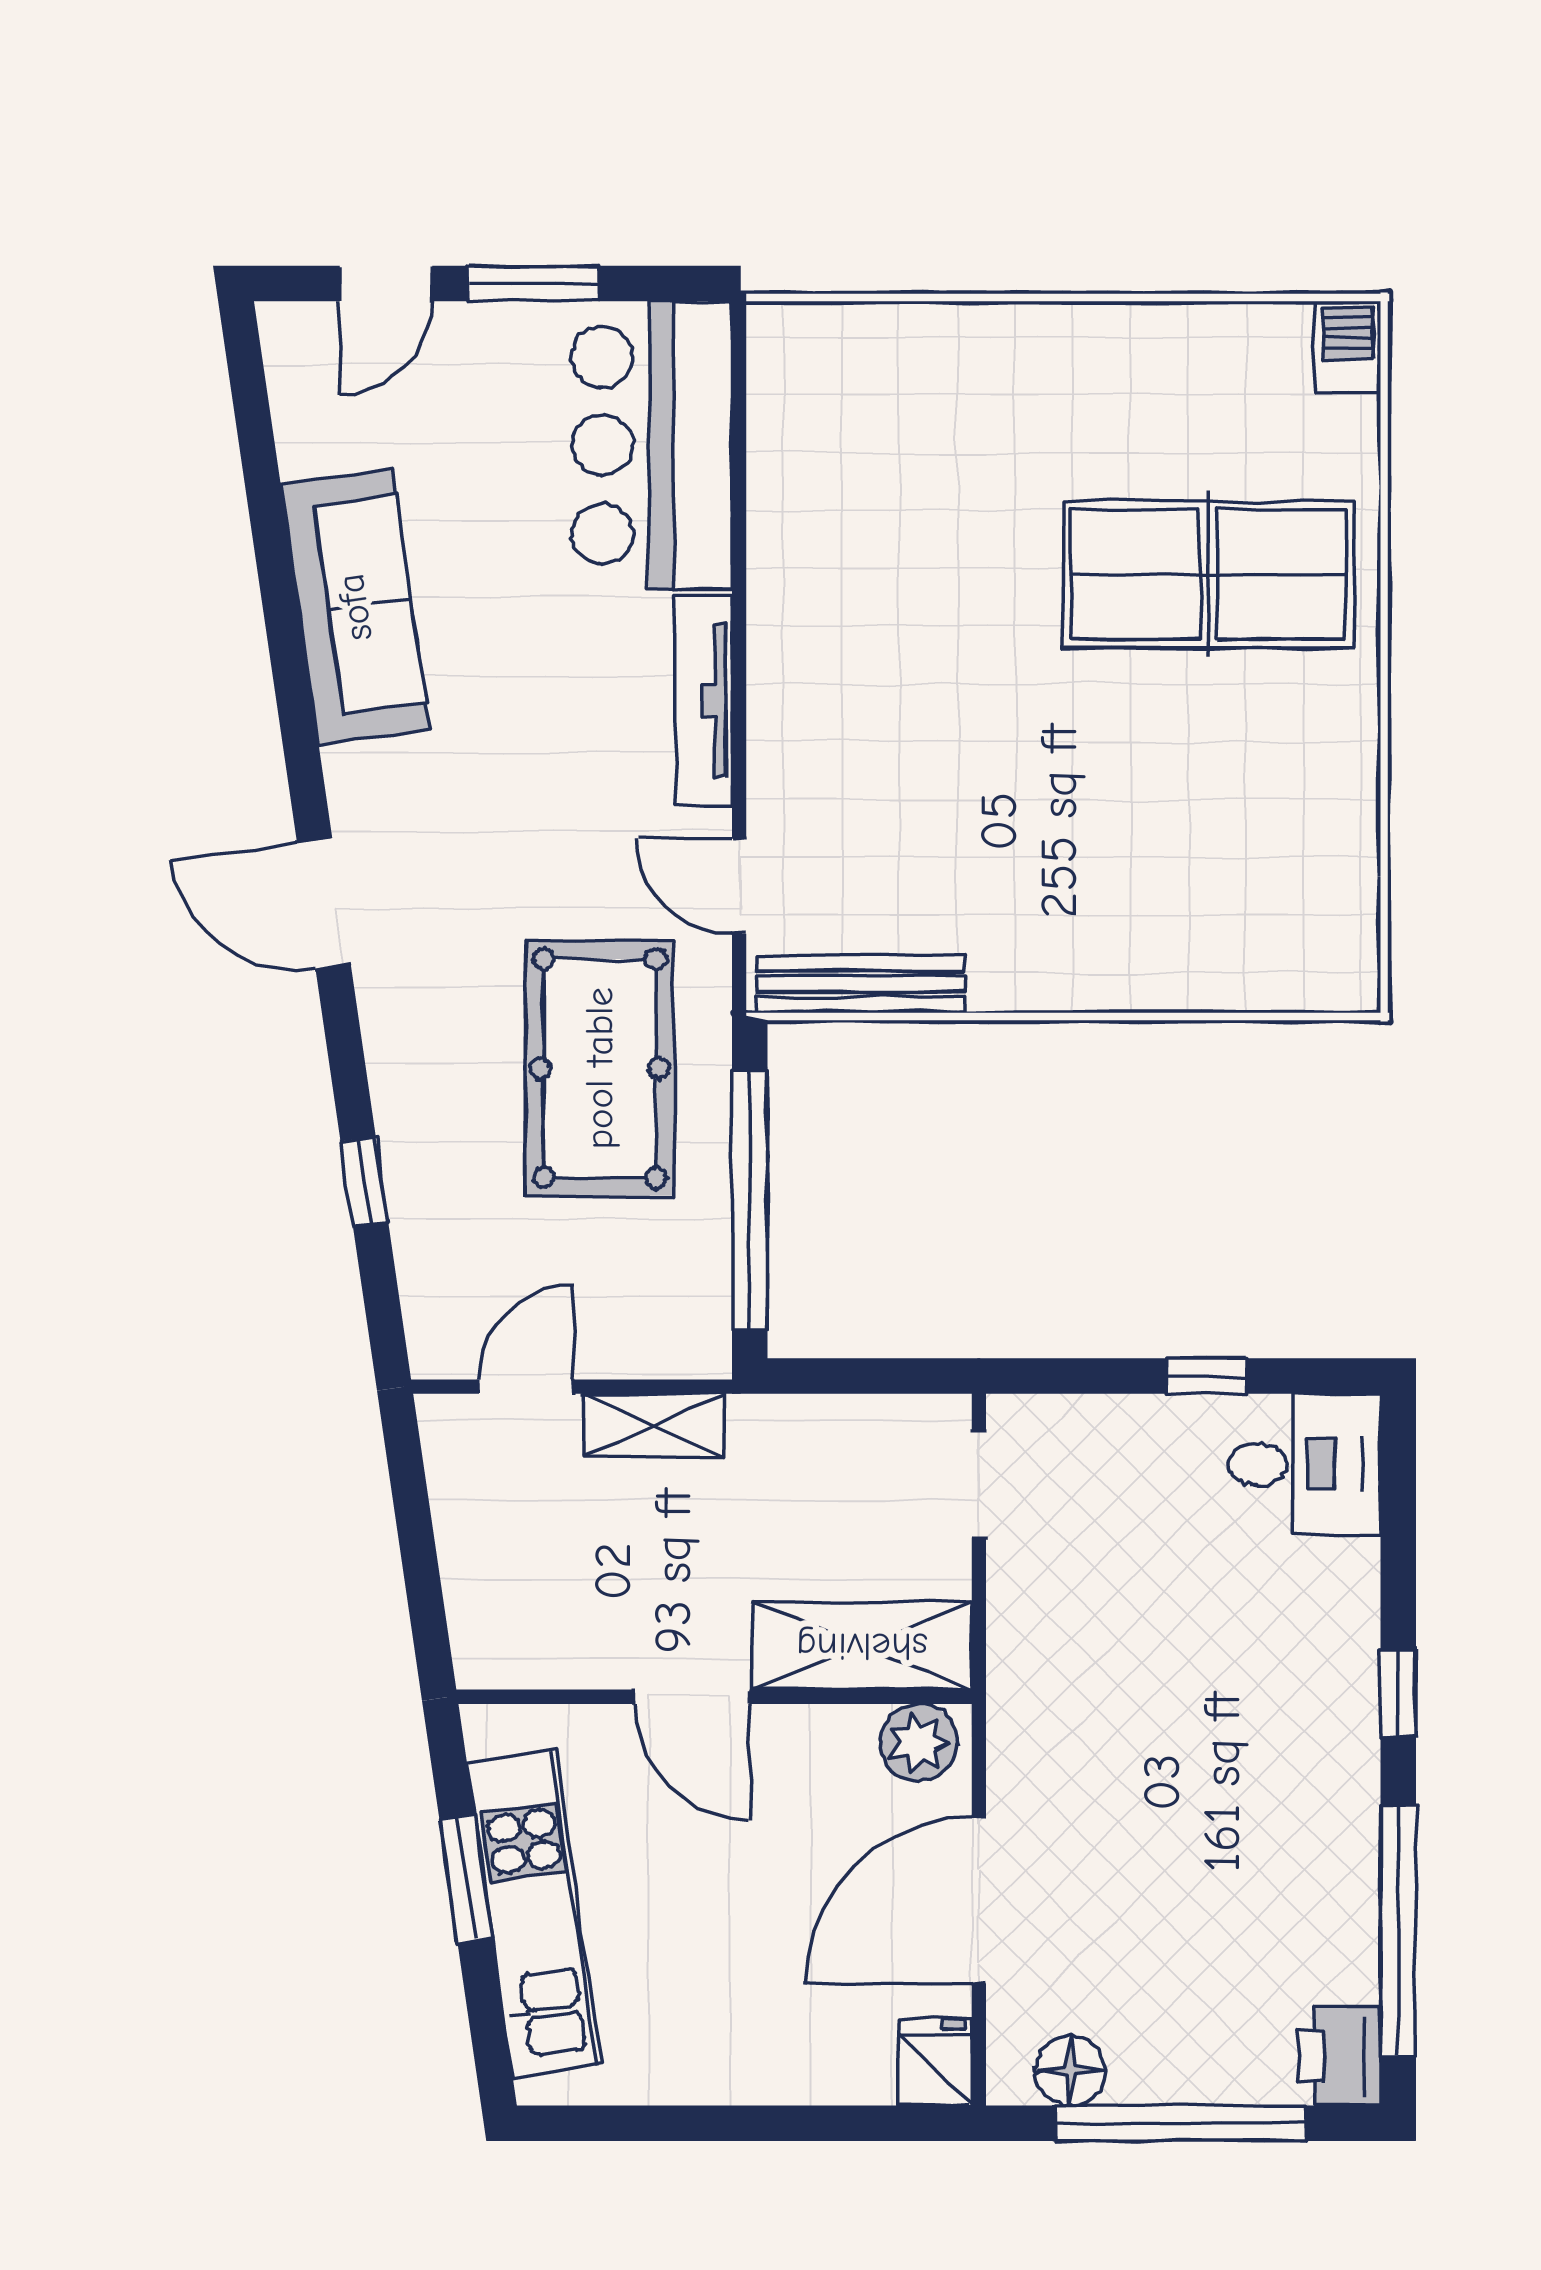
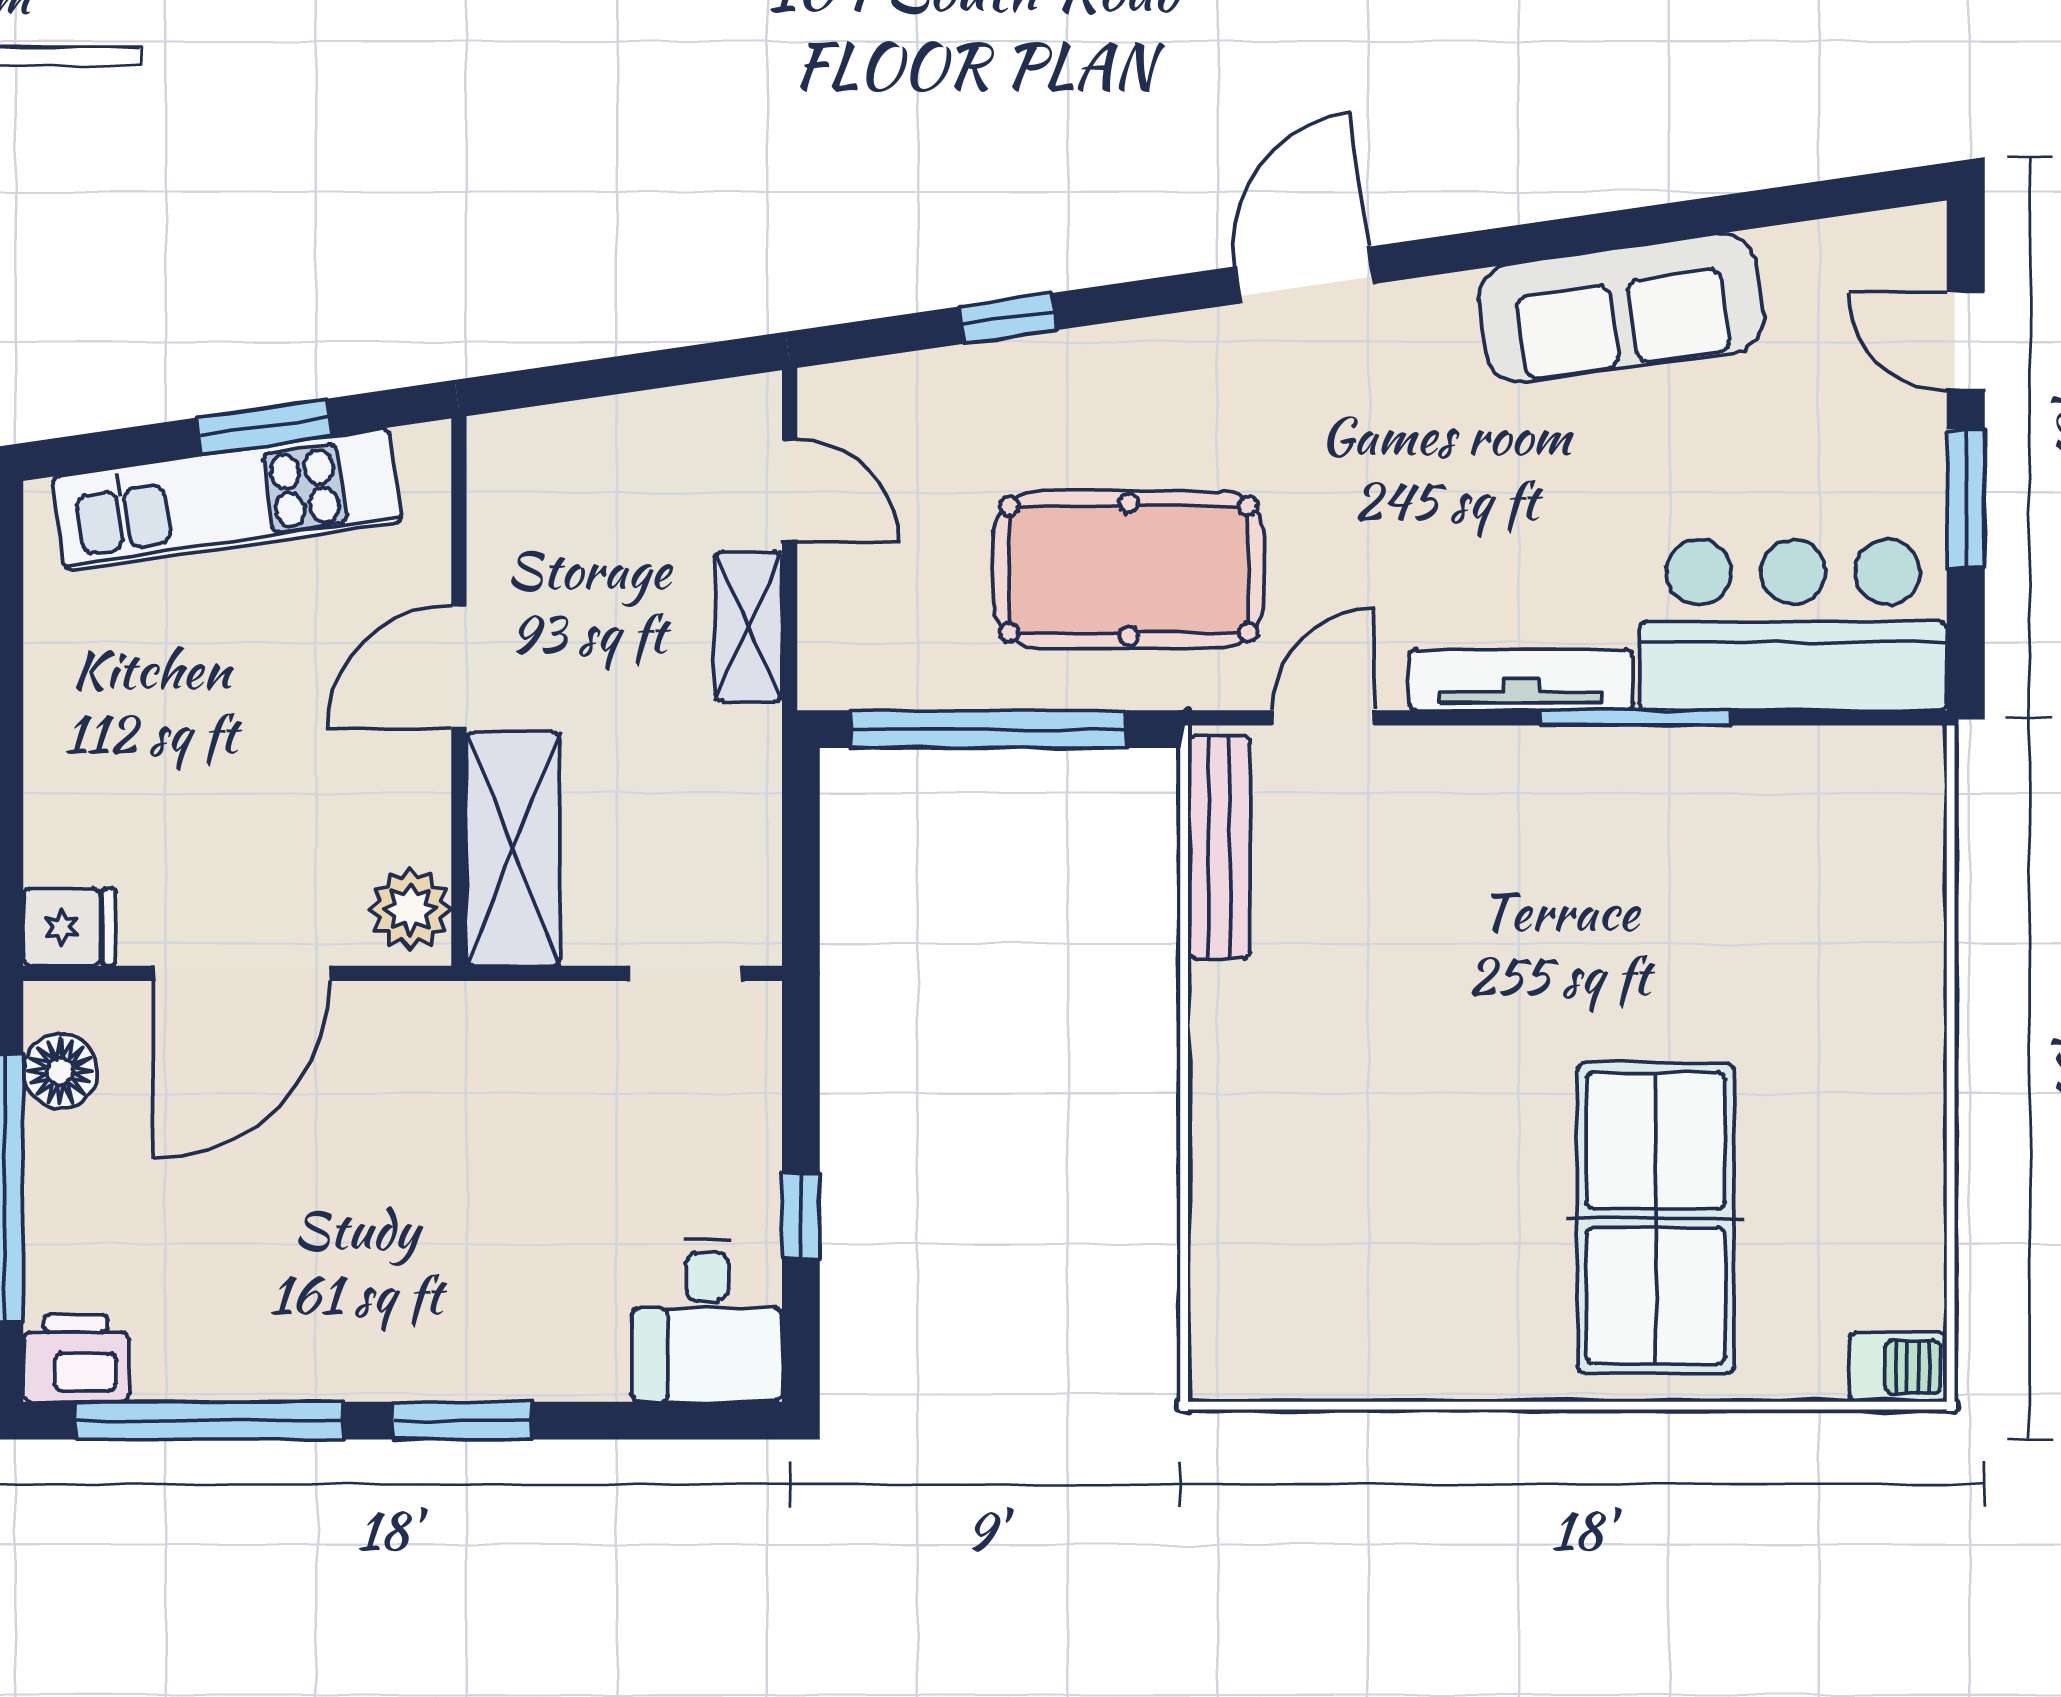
window: (739, 593) -> (1635, 718), added
window: (1398, 1693) -> (463, 1421), width x1.50
door: (979, 1900) -> (242, 973), swing flipped

